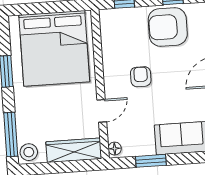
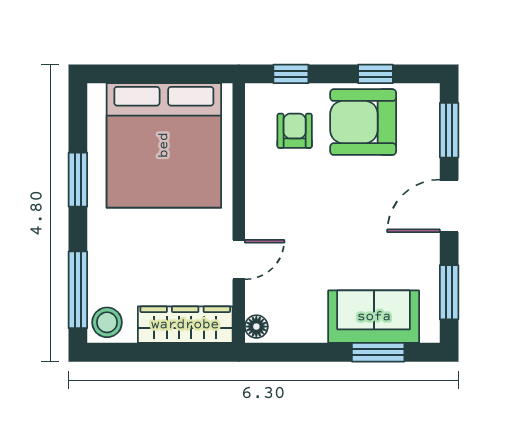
armchair: (141, 77) -> (295, 131), moved
window: (151, 161) -> (378, 352), moved

